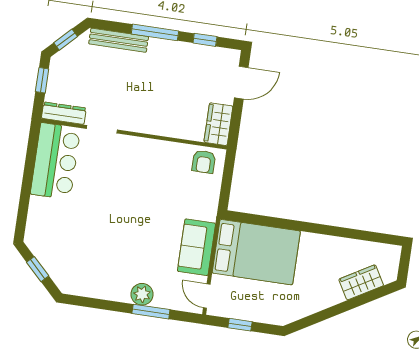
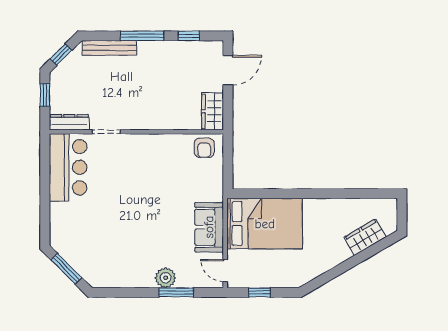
window: (38, 269) -> (66, 269), width x1.50

